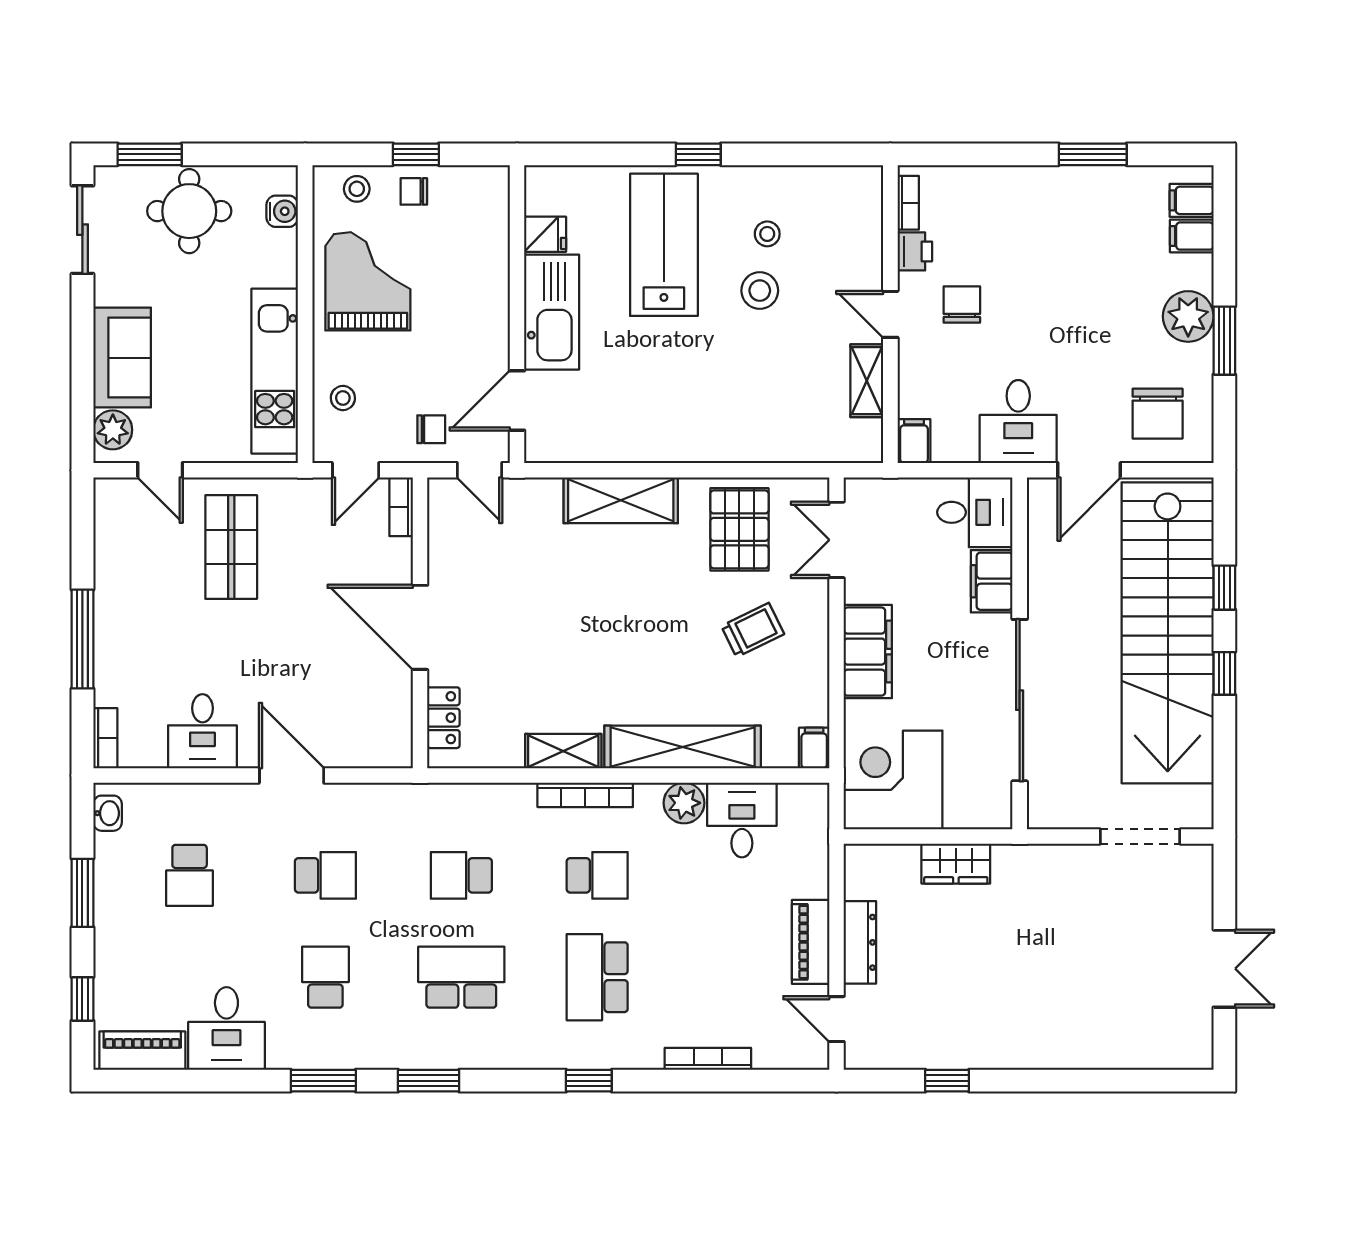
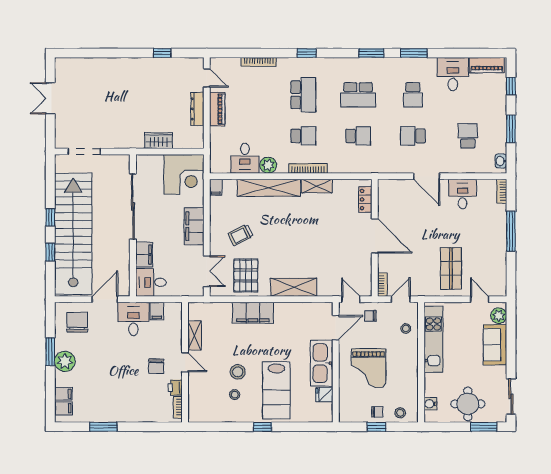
grand piano: (368, 281) -> (369, 368), moved
filing cabinet: (722, 437) -> (253, 313), added
filing cabinet: (914, 441) -> (157, 311), moved
school desk: (597, 875) -> (303, 136), turned 180

